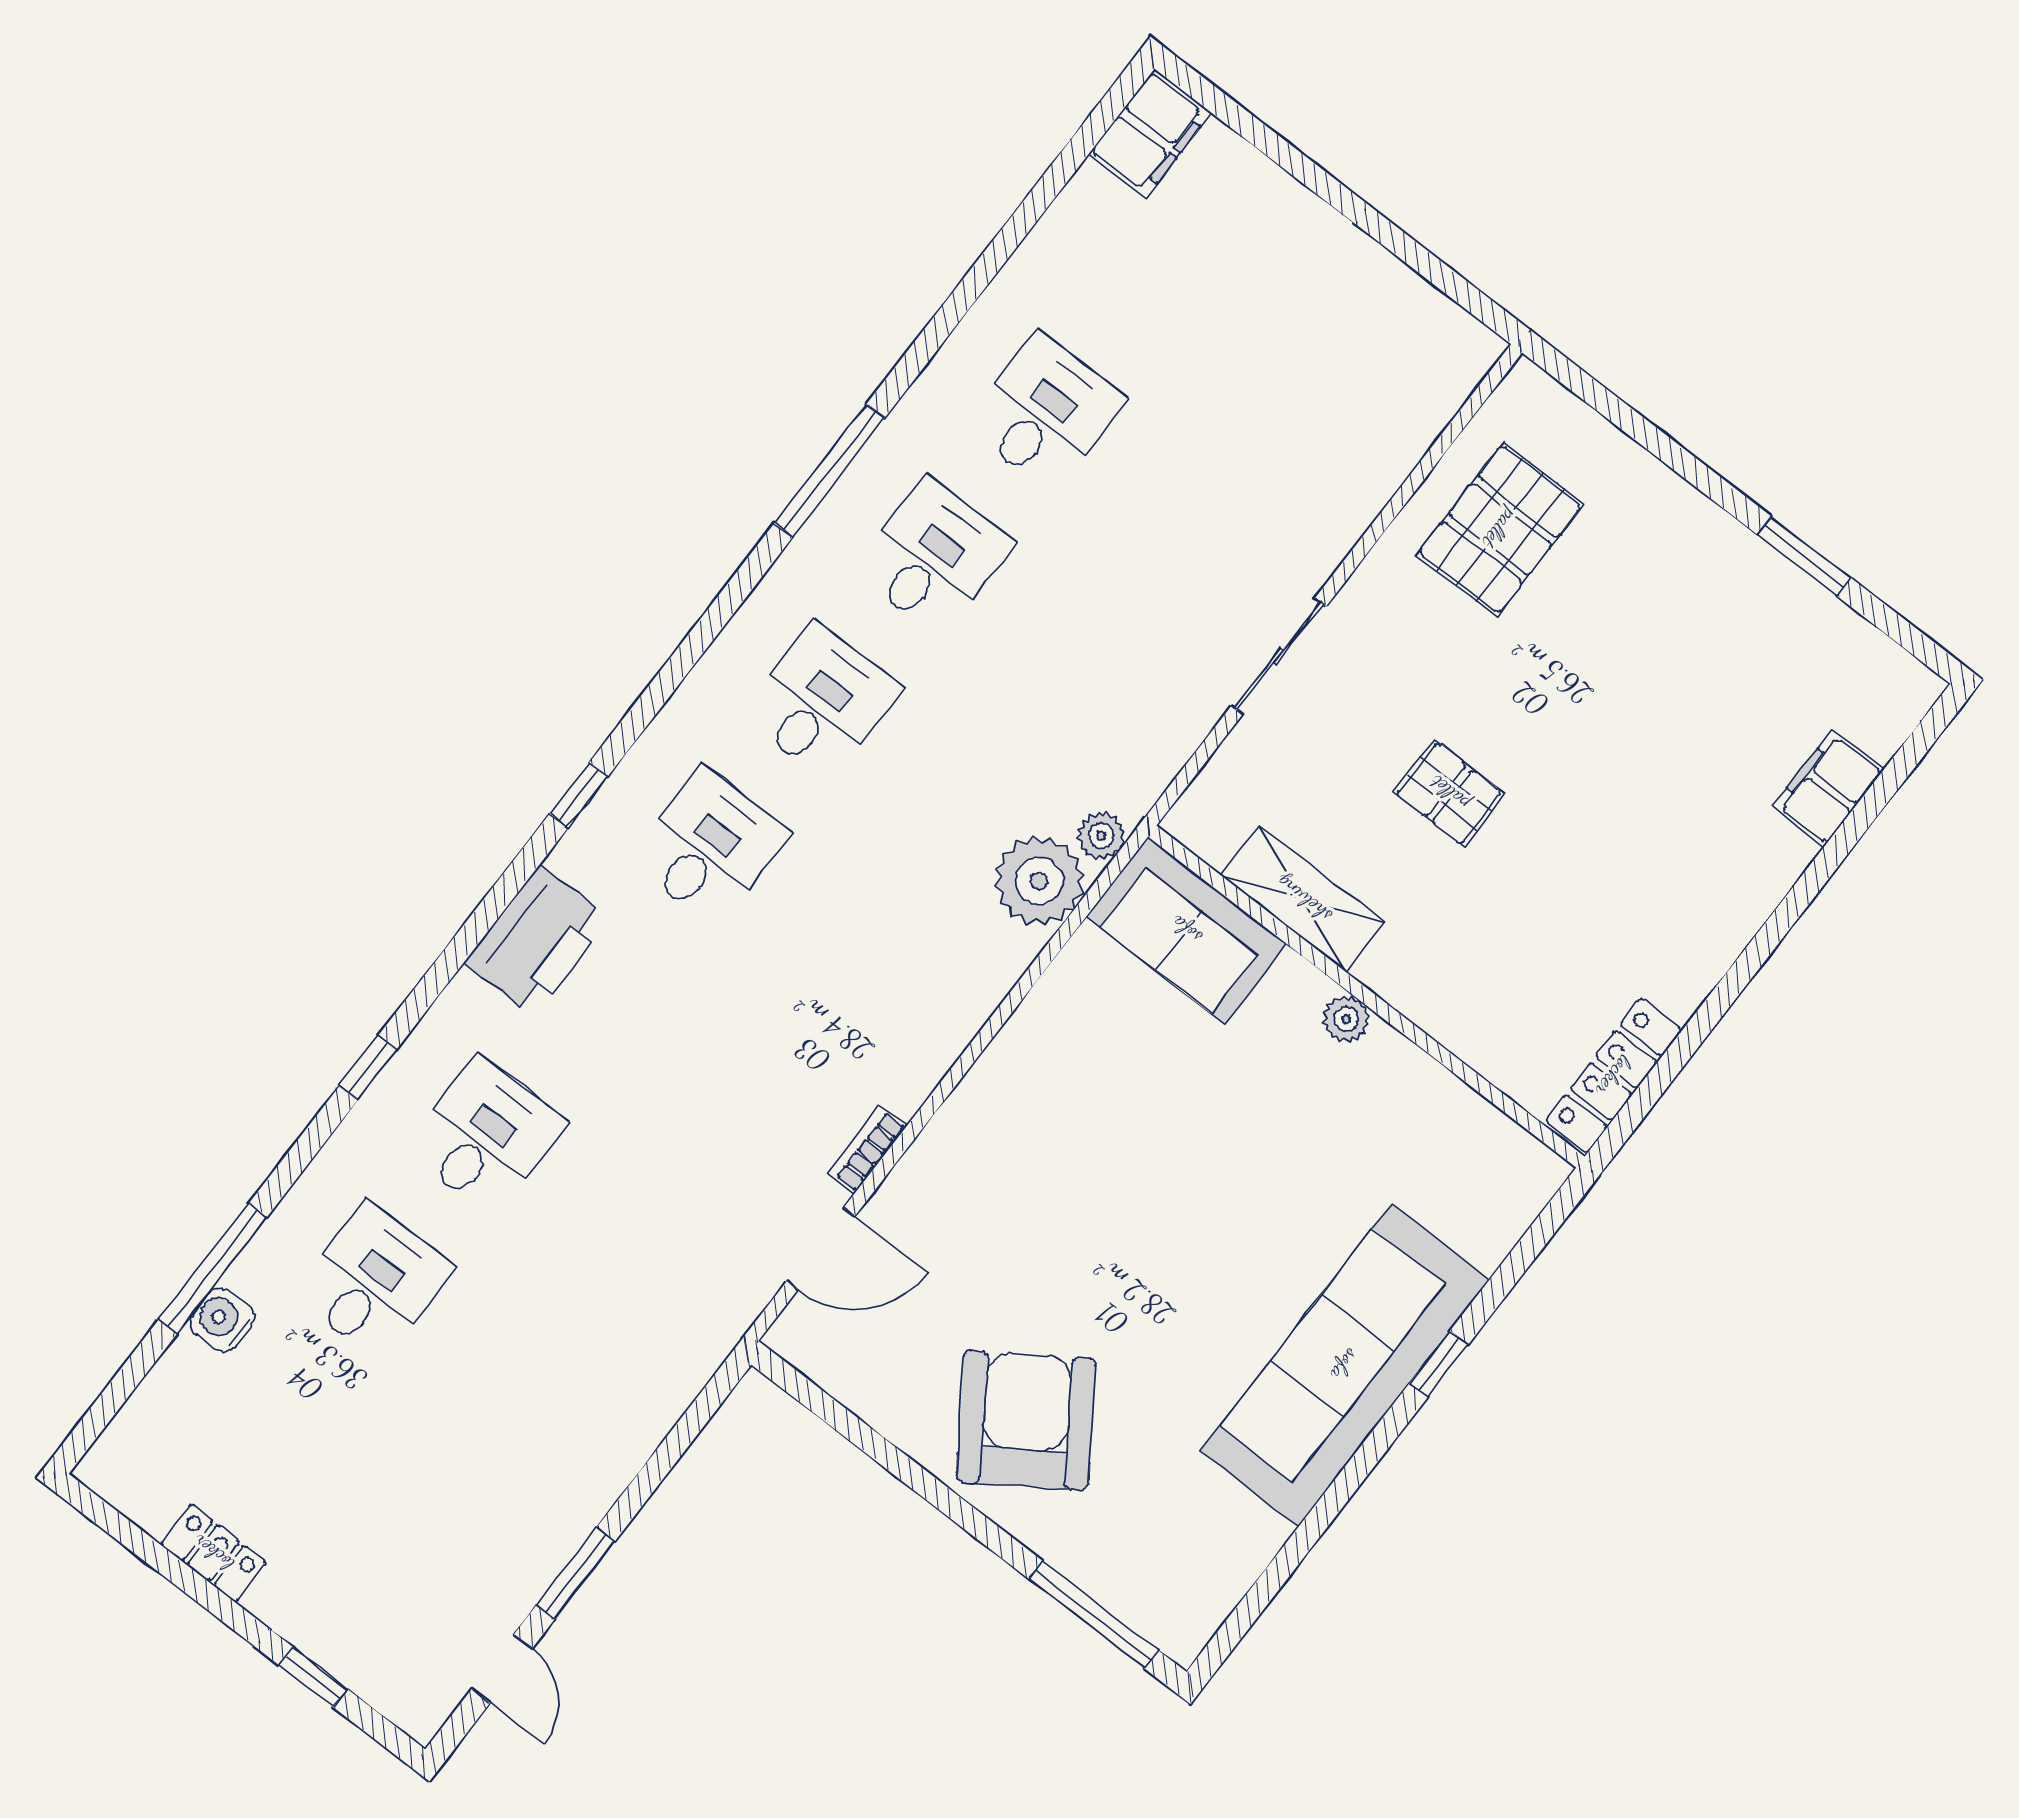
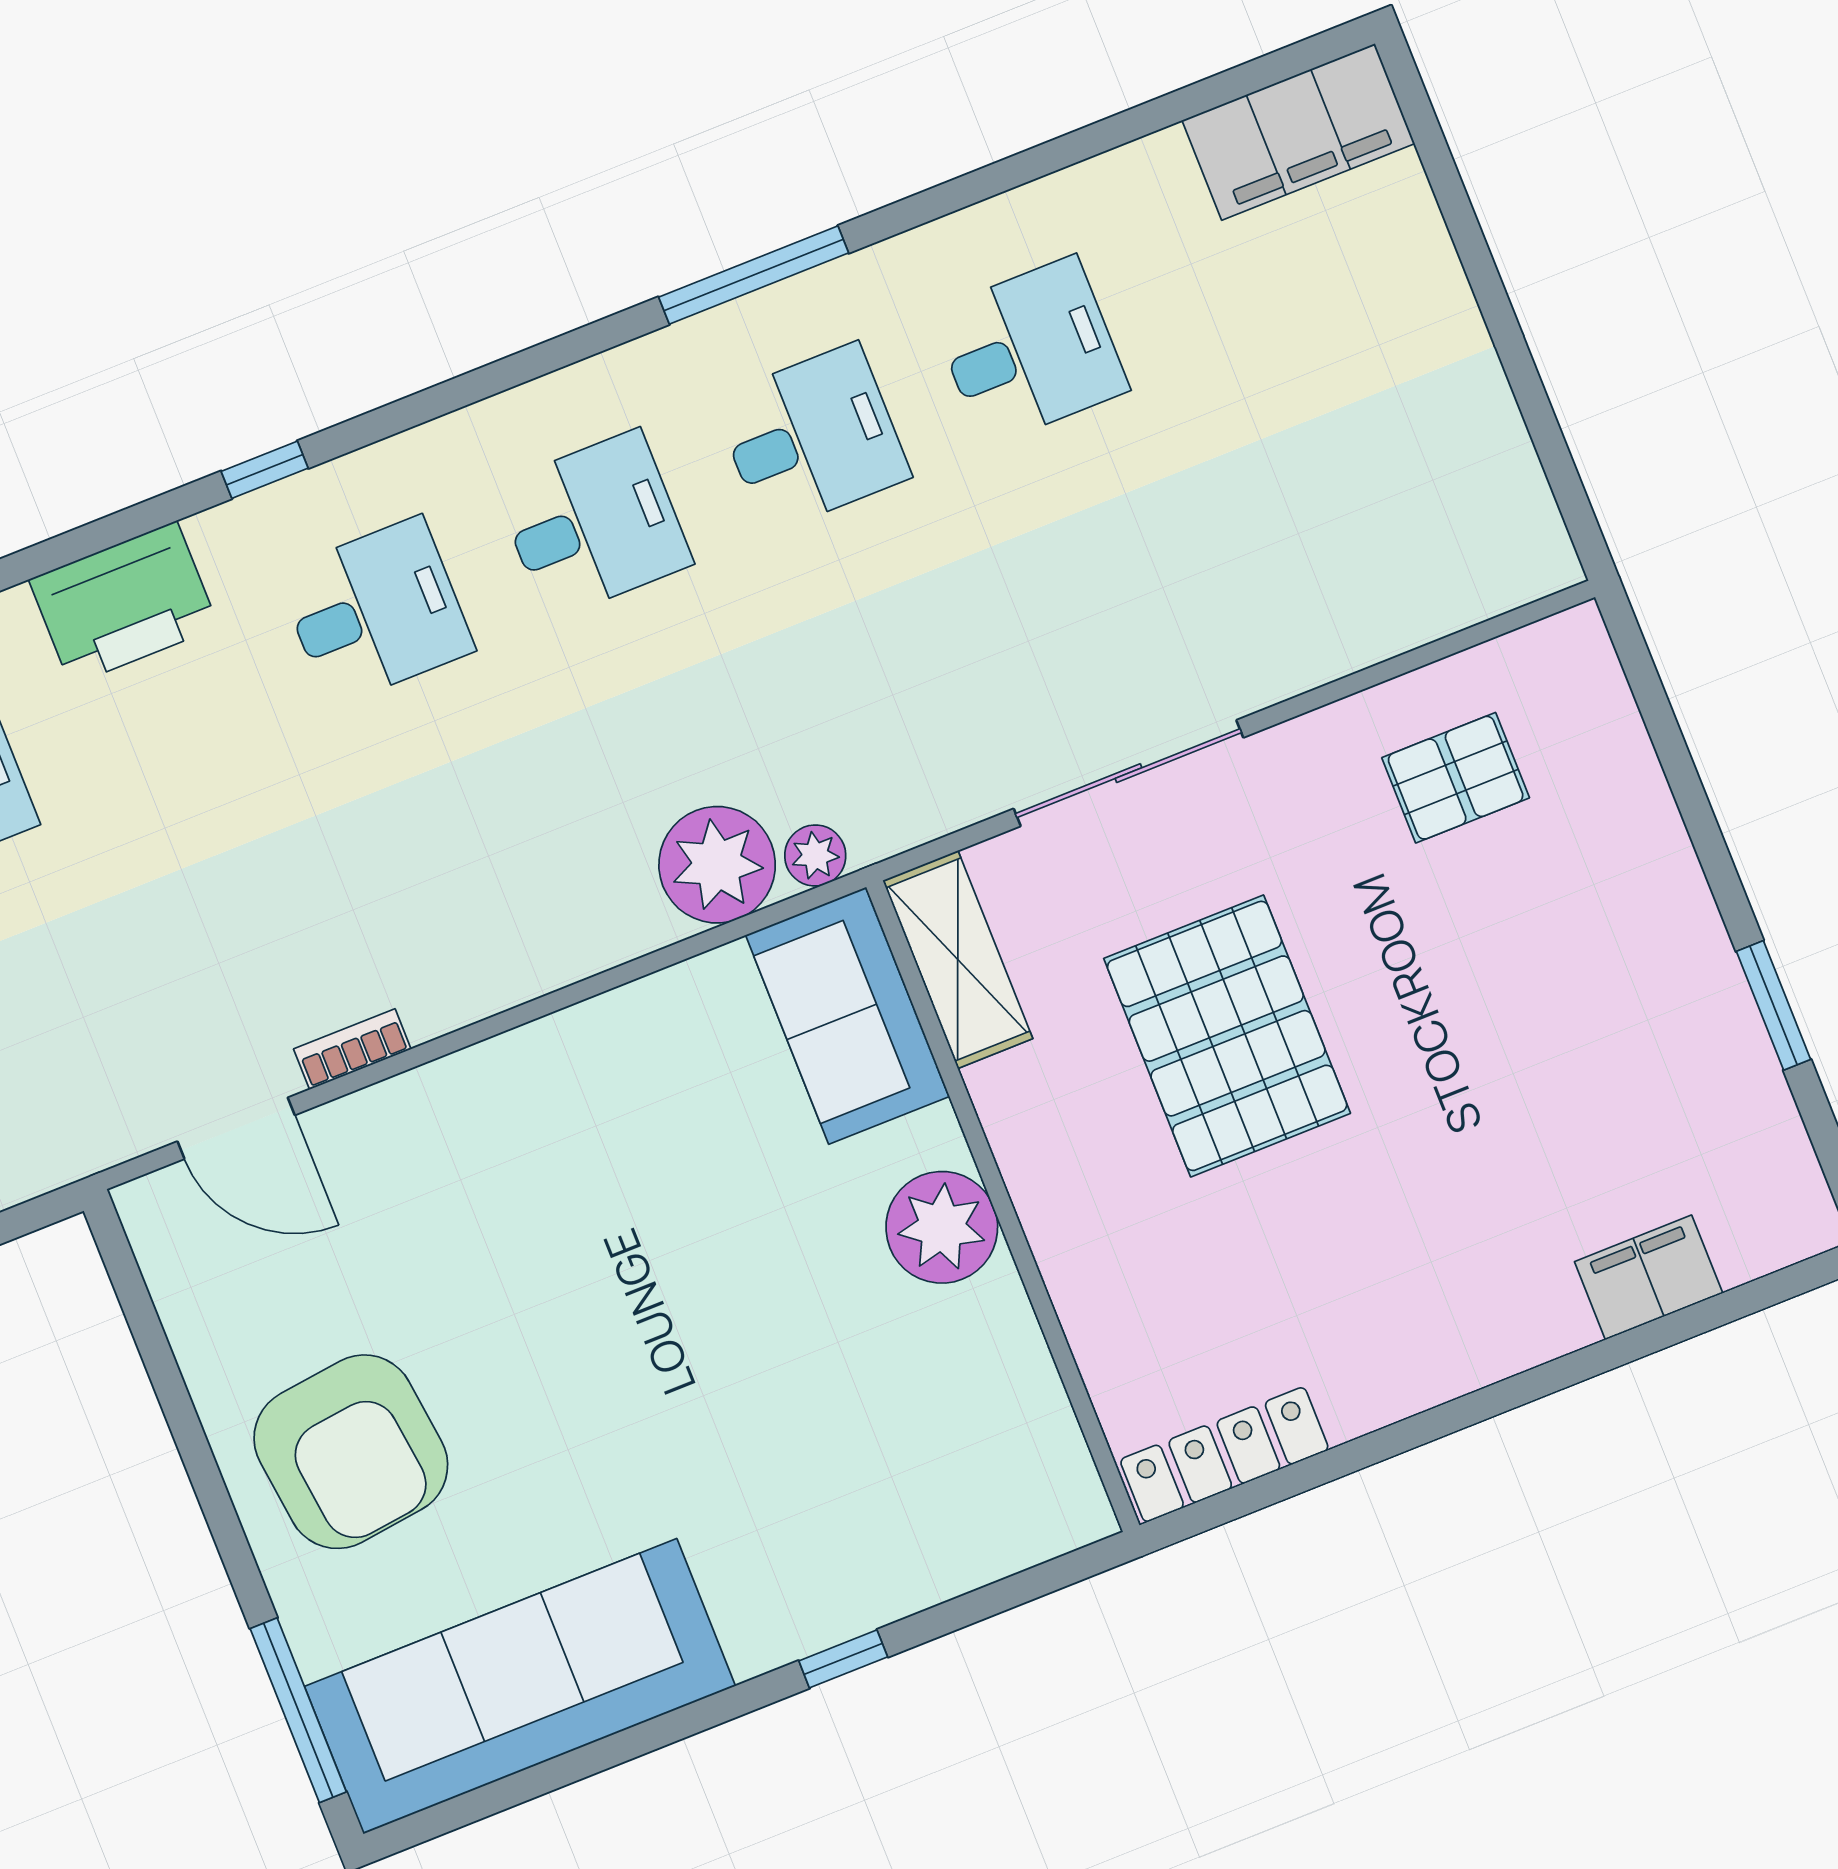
filing cabinet: (1150, 133) -> (1298, 132), width x1.50, depth x1.17
pallet: (1500, 529) -> (1456, 778), width x0.67, depth x0.71
sliding door: (1279, 656) -> (1128, 773), width x1.37
pallet: (1449, 793) -> (1227, 1036), width x2.05, depth x2.00
shelving: (1303, 899) -> (958, 960), moved
plant: (1346, 1019) -> (942, 1227), width x1.88, depth x1.88
sofa: (1345, 1365) -> (520, 1686), moved
armchair: (1026, 1420) -> (351, 1452), turned 117

